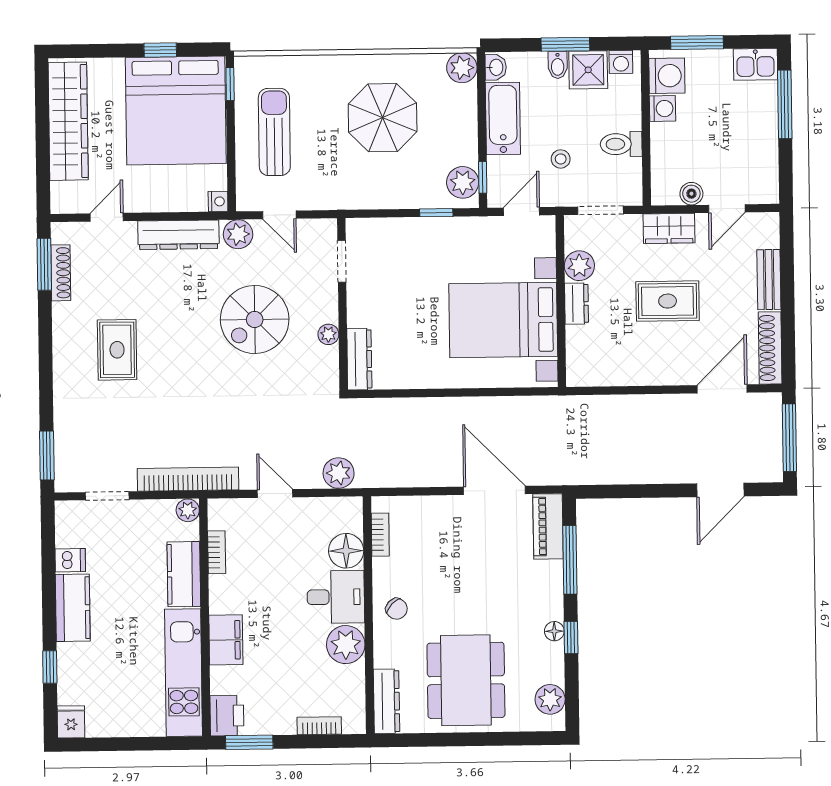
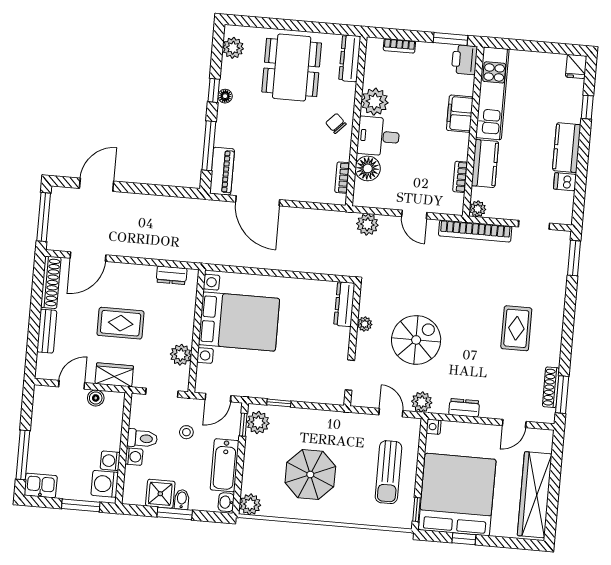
washing machine: (621, 62) -> (134, 457), moved, turned 90
dresser: (178, 235) -> (464, 408), width x0.51, depth x0.80
dresser: (577, 304) -> (172, 275), moved, turned -90

